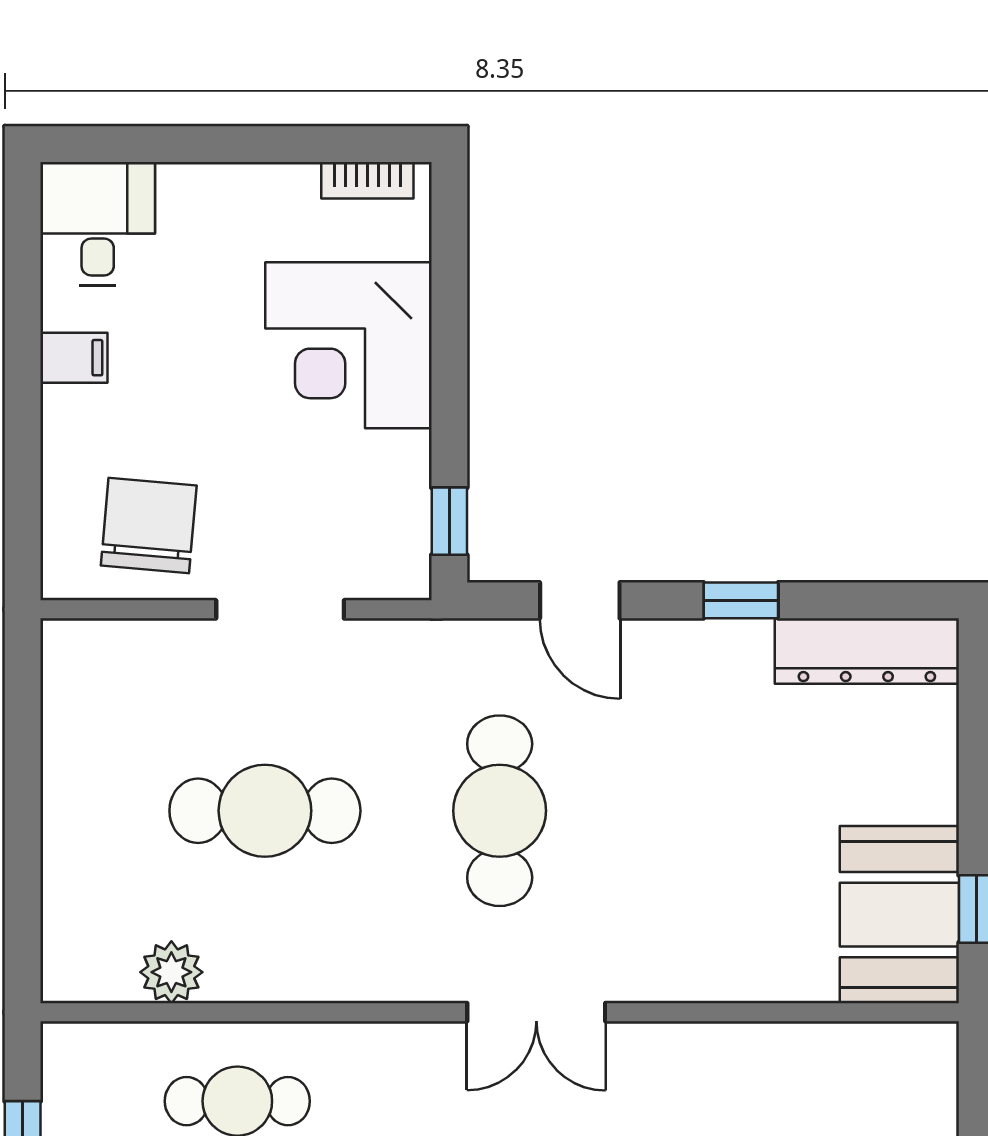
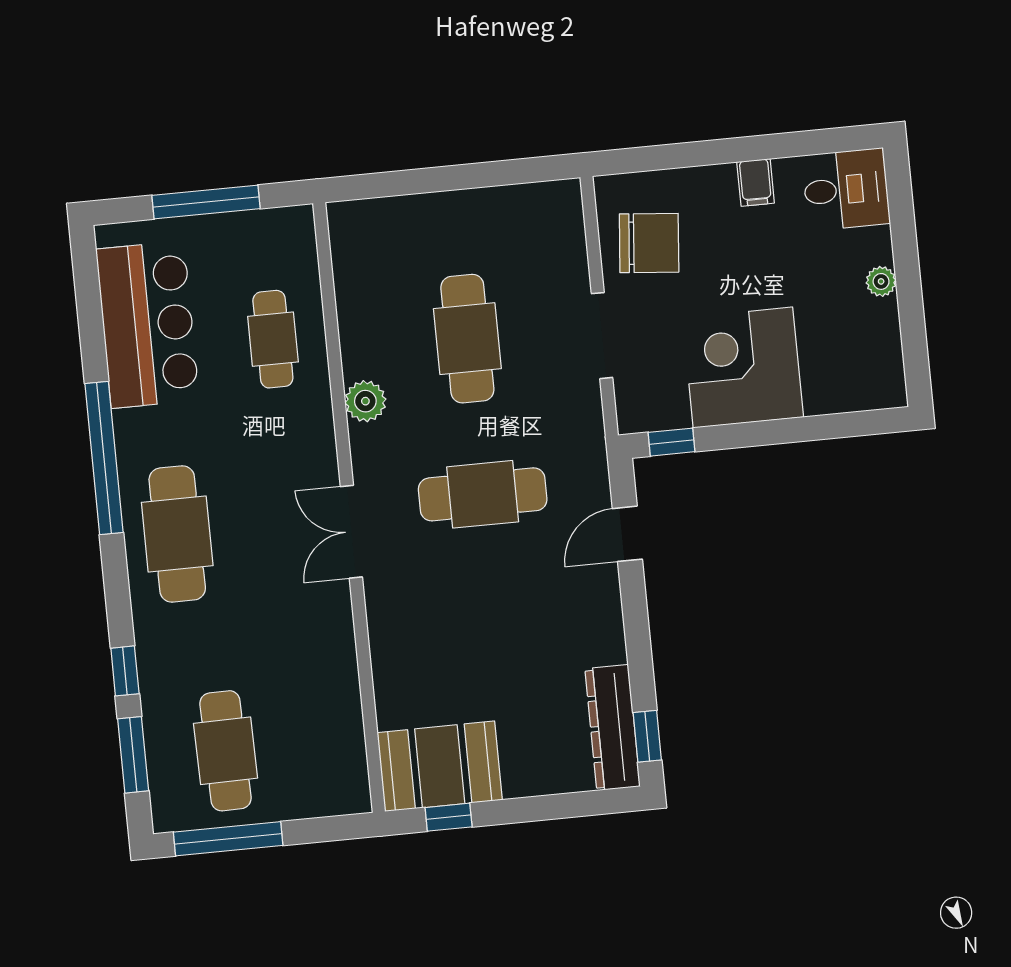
bookcase: (367, 180) -> (892, 366), removed
plant: (240, 185) -> (881, 281), added
corner desk: (348, 345) -> (743, 367), moved
window: (741, 600) -> (647, 736), moved
plant: (171, 972) -> (365, 401), moved

